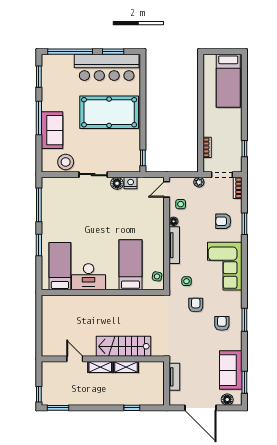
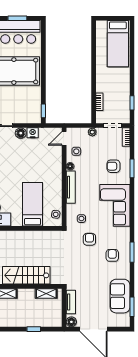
shelving: (126, 367) -> (46, 293), moved
floor lamp: (227, 400) -> (71, 322), moved

